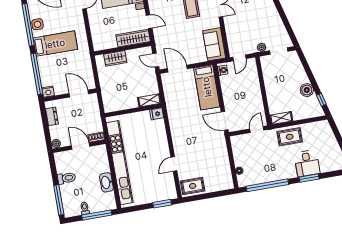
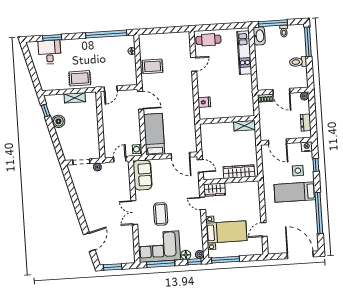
side table: (37, 24) -> (298, 171), moved
wardrobe: (133, 38) -> (214, 190), width x0.67
wardrobe: (115, 58) -> (239, 172), width x1.50
window: (37, 74) -> (316, 165), width x0.32
shelving: (149, 100) -> (244, 126), moved
fridge: (157, 114) -> (204, 102), moved
shelving: (281, 118) -> (75, 98), moved
kitchen unit: (120, 163) -> (244, 53), width x0.54
desk: (307, 163) -> (50, 52), moved
window: (309, 178) -> (52, 38), moved
washbasin: (106, 182) -> (259, 36), moved
rug: (193, 186) -> (152, 66), moved
cafe table: (161, 191) -> (208, 40), added
window: (162, 204) -> (209, 27), removed

